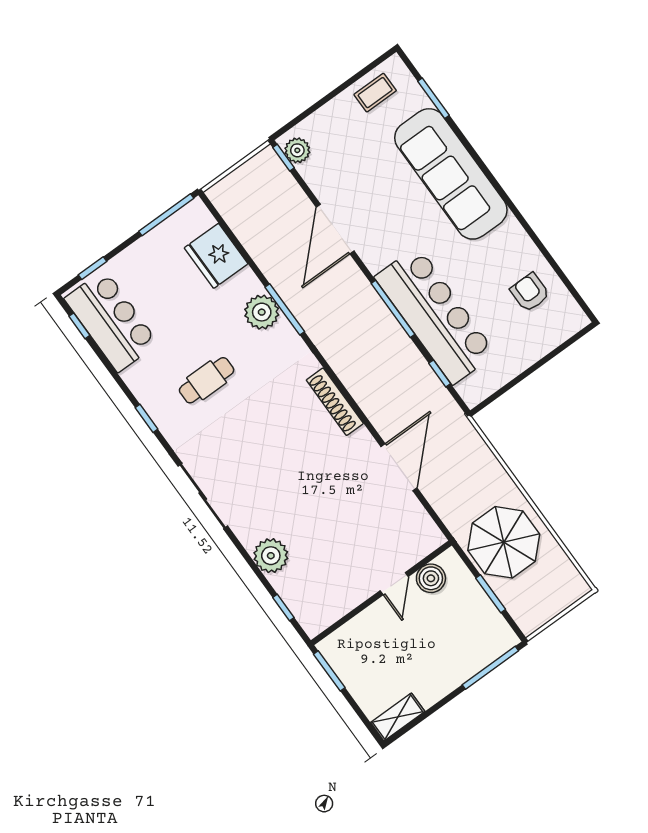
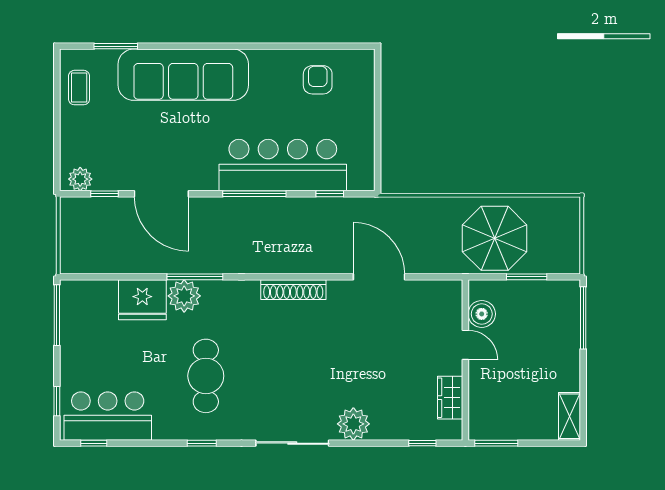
window: (283, 158) -> (105, 194), moved
fridge: (216, 256) -> (142, 300), moved
armchair: (530, 292) -> (318, 80), turned 90
cafe table: (207, 380) -> (206, 376), width x1.37, depth x1.35
plant: (271, 556) -> (353, 424), moved
wardrobe: (340, 603) -> (450, 398), added

